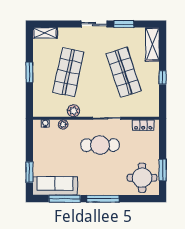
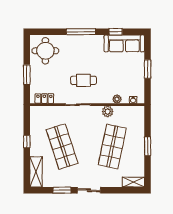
cafe table: (100, 145) -> (84, 80), width x0.73, depth x0.74
window: (163, 170) -> (27, 75), moved
window: (29, 172) -> (148, 69), moved
window: (65, 199) -> (116, 32), width x0.46

